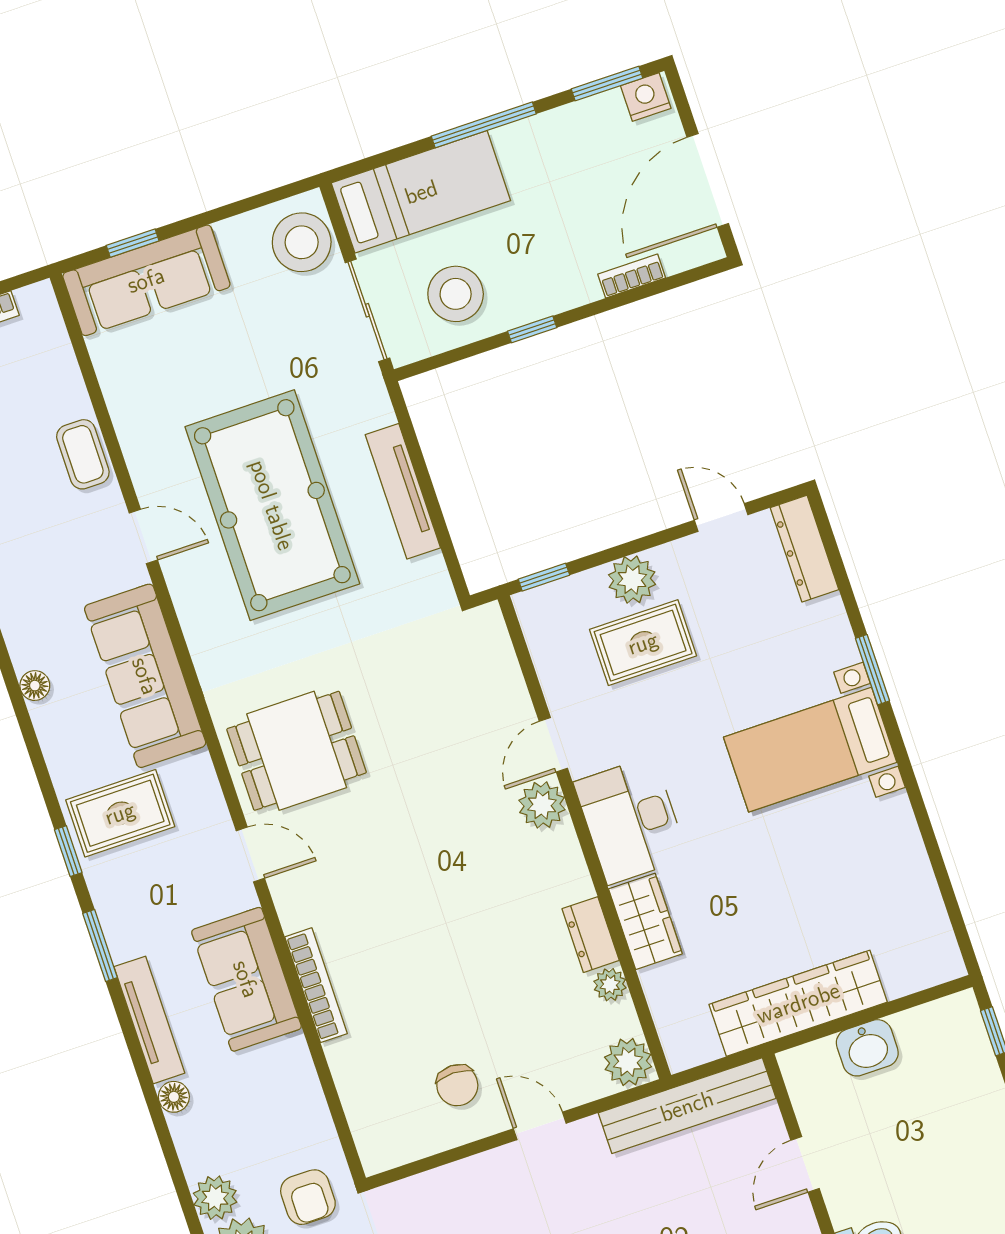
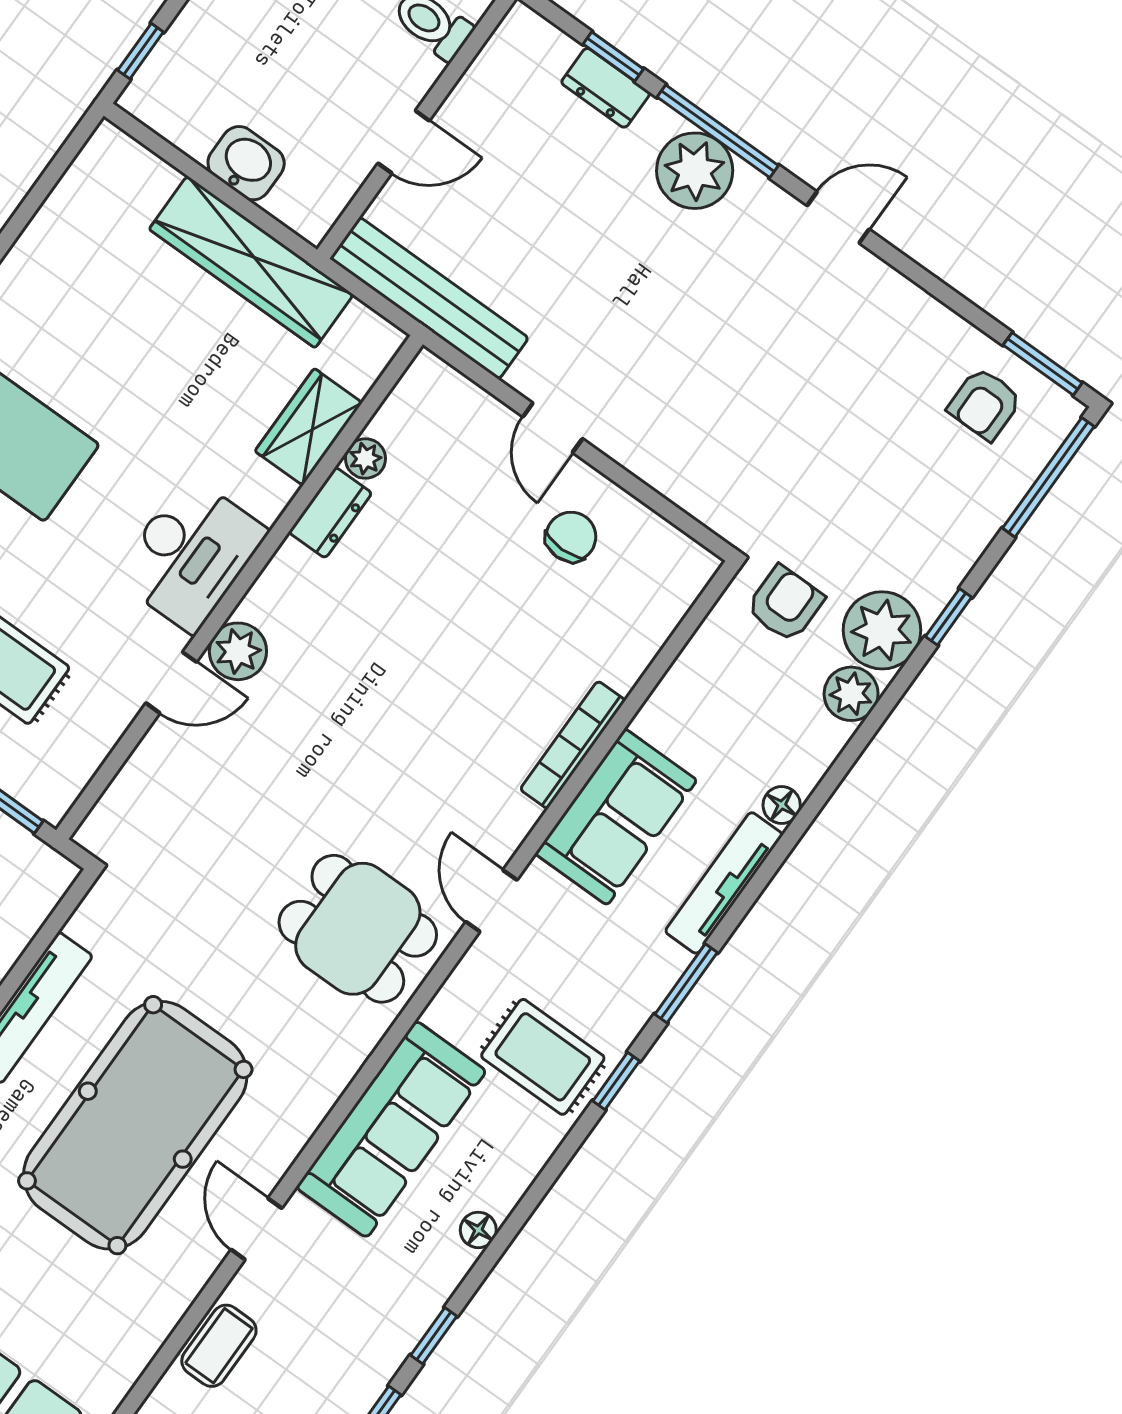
wardrobe: (645, 921) -> (309, 427), moved
plant: (628, 1062) -> (428, 387), removed

